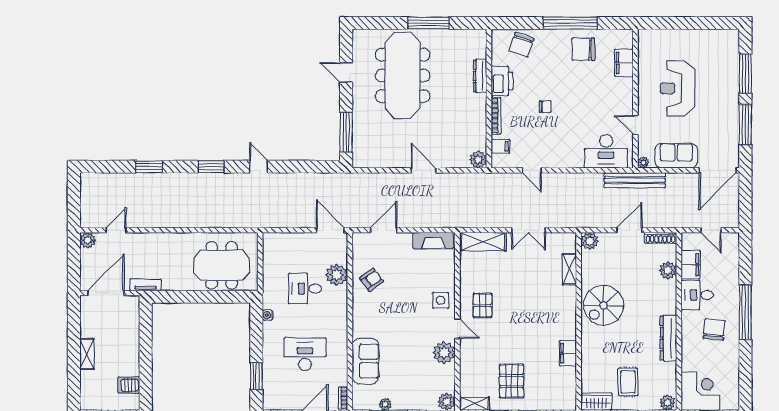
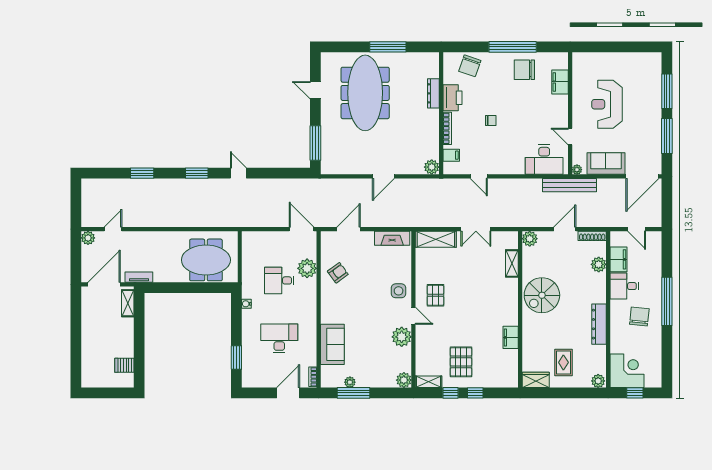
door: (423, 170) -> (383, 176), swing flipped
shelving: (87, 354) -> (128, 303), moved

